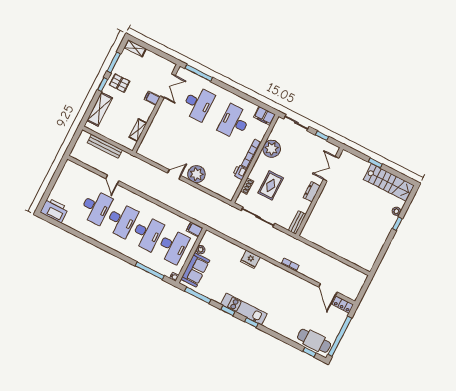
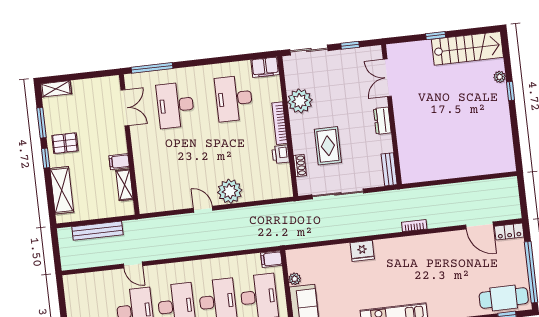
filing cabinet: (152, 98) -> (119, 162), moved
desk: (198, 103) -> (175, 105), turned 180
door: (174, 174) -> (203, 209), hinge flipped

